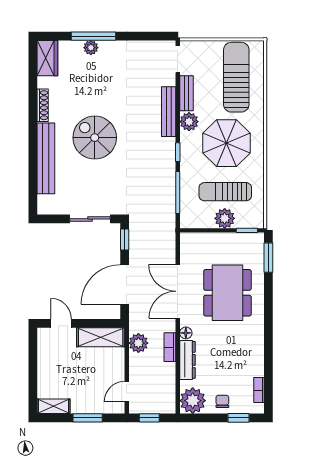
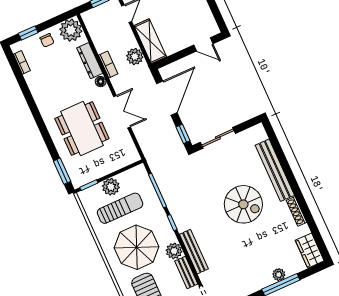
double door: (178, 291) -> (122, 112), width x0.73
shelving: (101, 337) -> (150, 41), moved, turned 90

